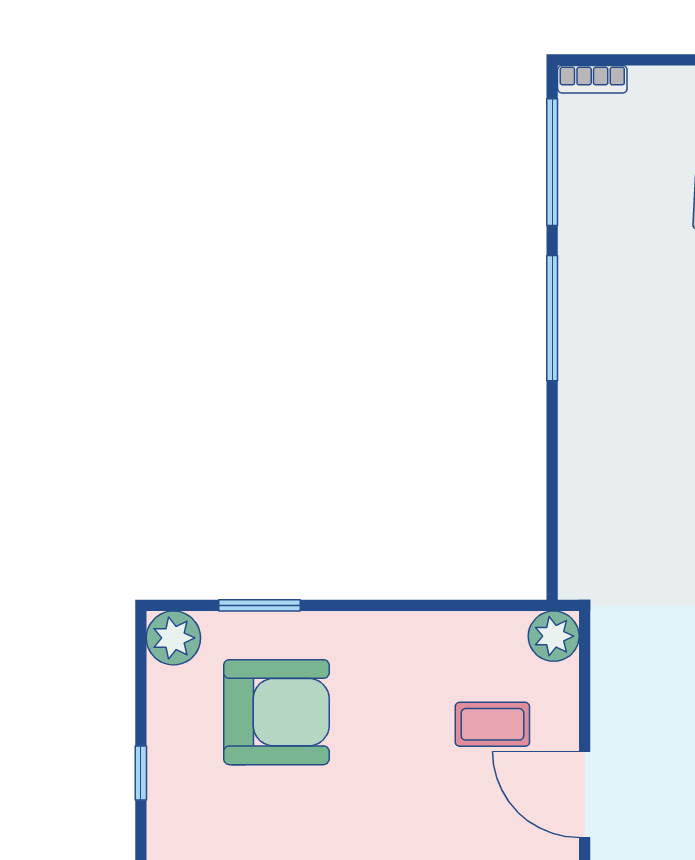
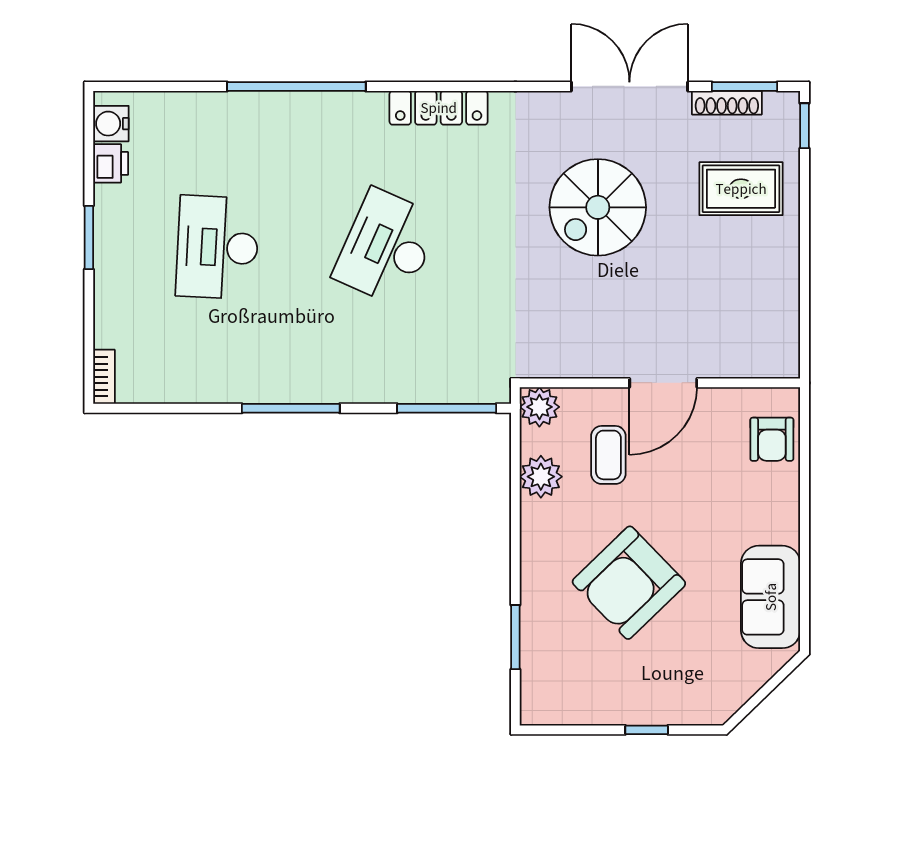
window: (552, 162) -> (447, 408), moved
plant: (173, 638) -> (541, 477), moved
armchair: (276, 712) -> (629, 583), moved, turned -134

